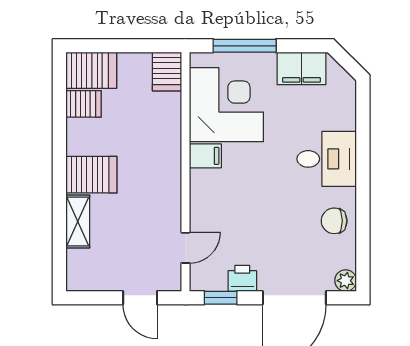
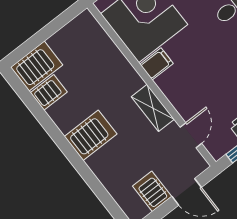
server rack: (167, 72) -> (152, 191), moved, turned 180
shelving: (78, 221) -> (153, 108), moved

